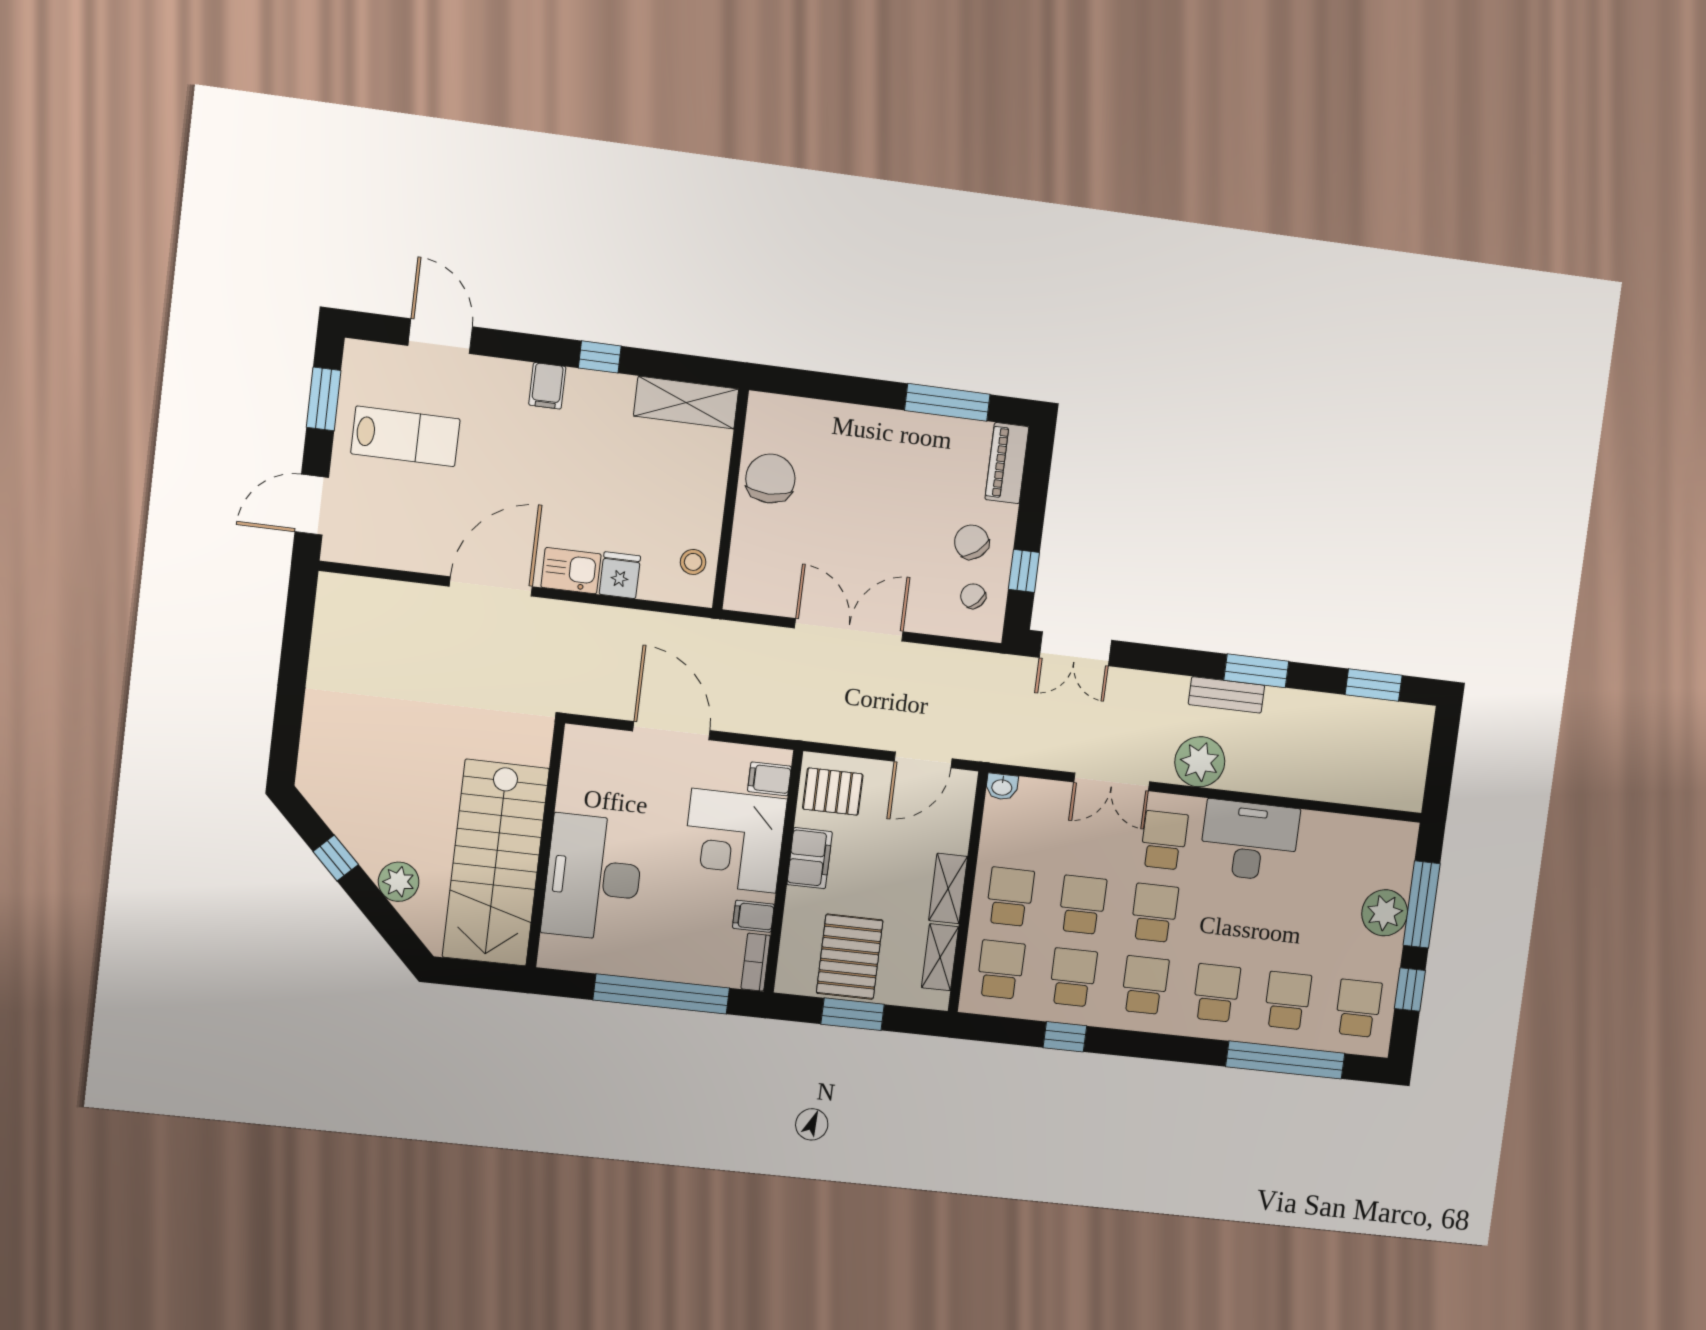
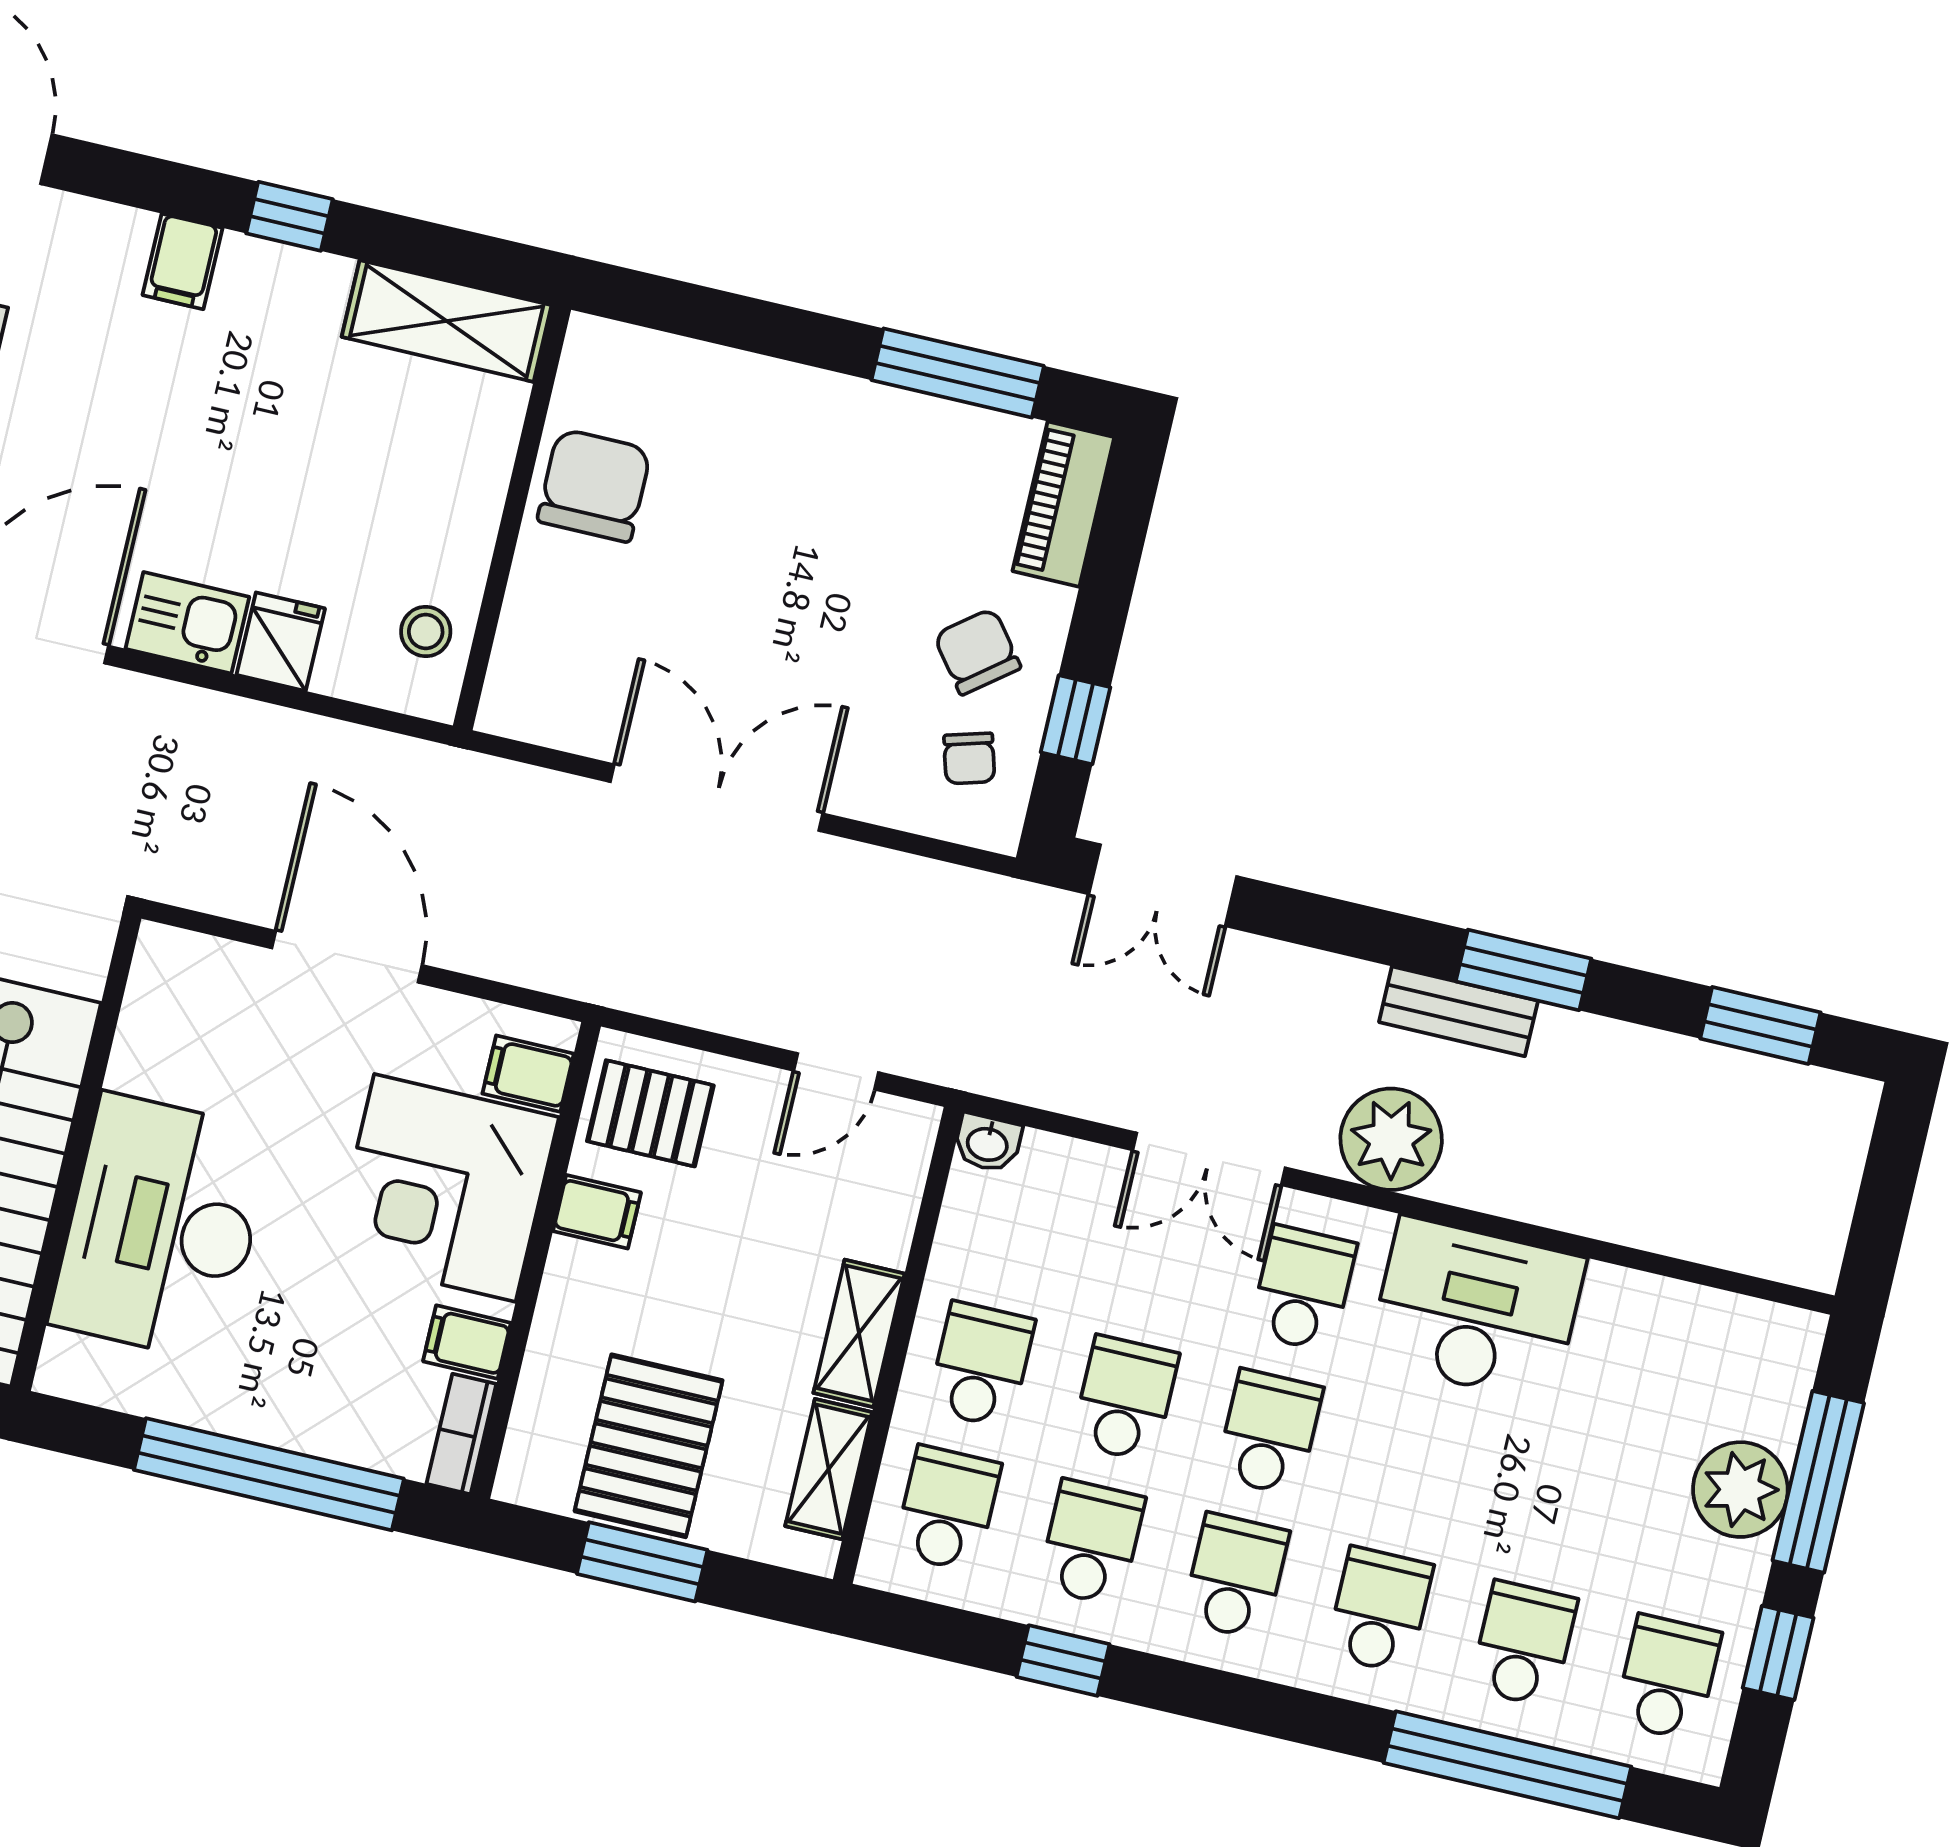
chair: (973, 596) -> (969, 758), turned -149
door: (923, 760) -> (836, 1071), width x0.73
filing cabinet: (810, 858) -> (597, 1212), width x0.50

